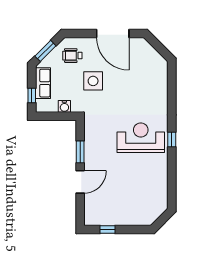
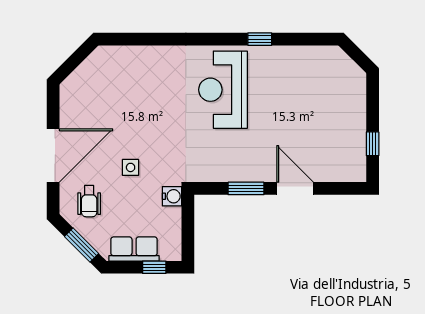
door: (113, 33) -> (53, 156), moved
side table: (93, 81) -> (131, 167), width x0.54, depth x0.54
water cooler: (64, 106) -> (172, 196), moved
window: (172, 139) -> (260, 39), moved

